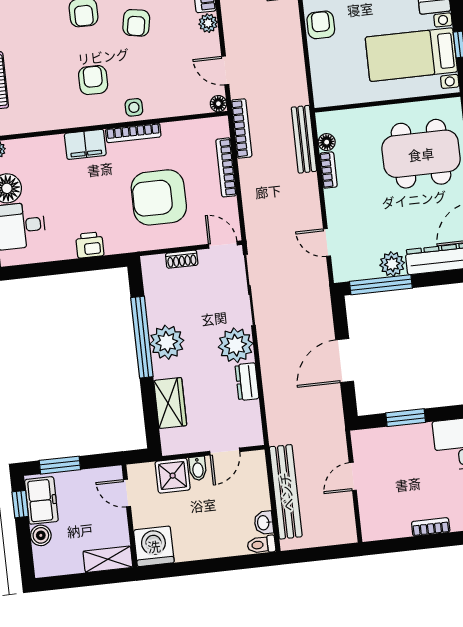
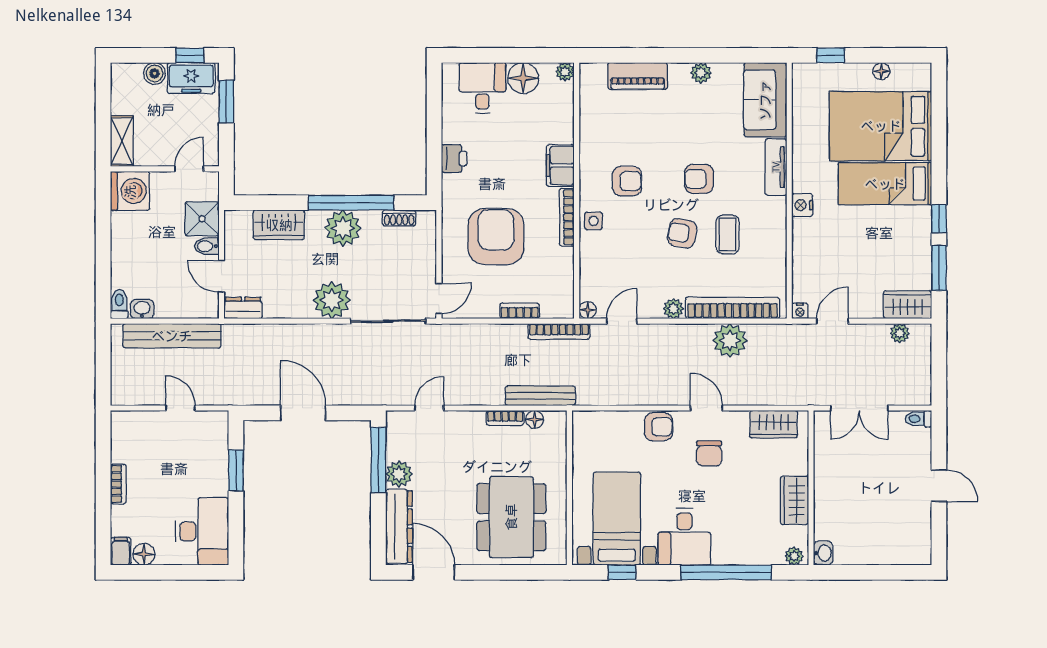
bookcase: (226, 167) -> (520, 311), width x0.64
shoe rack: (182, 259) -> (399, 218), moved, turned -90
dresser: (247, 382) -> (243, 308), moved

